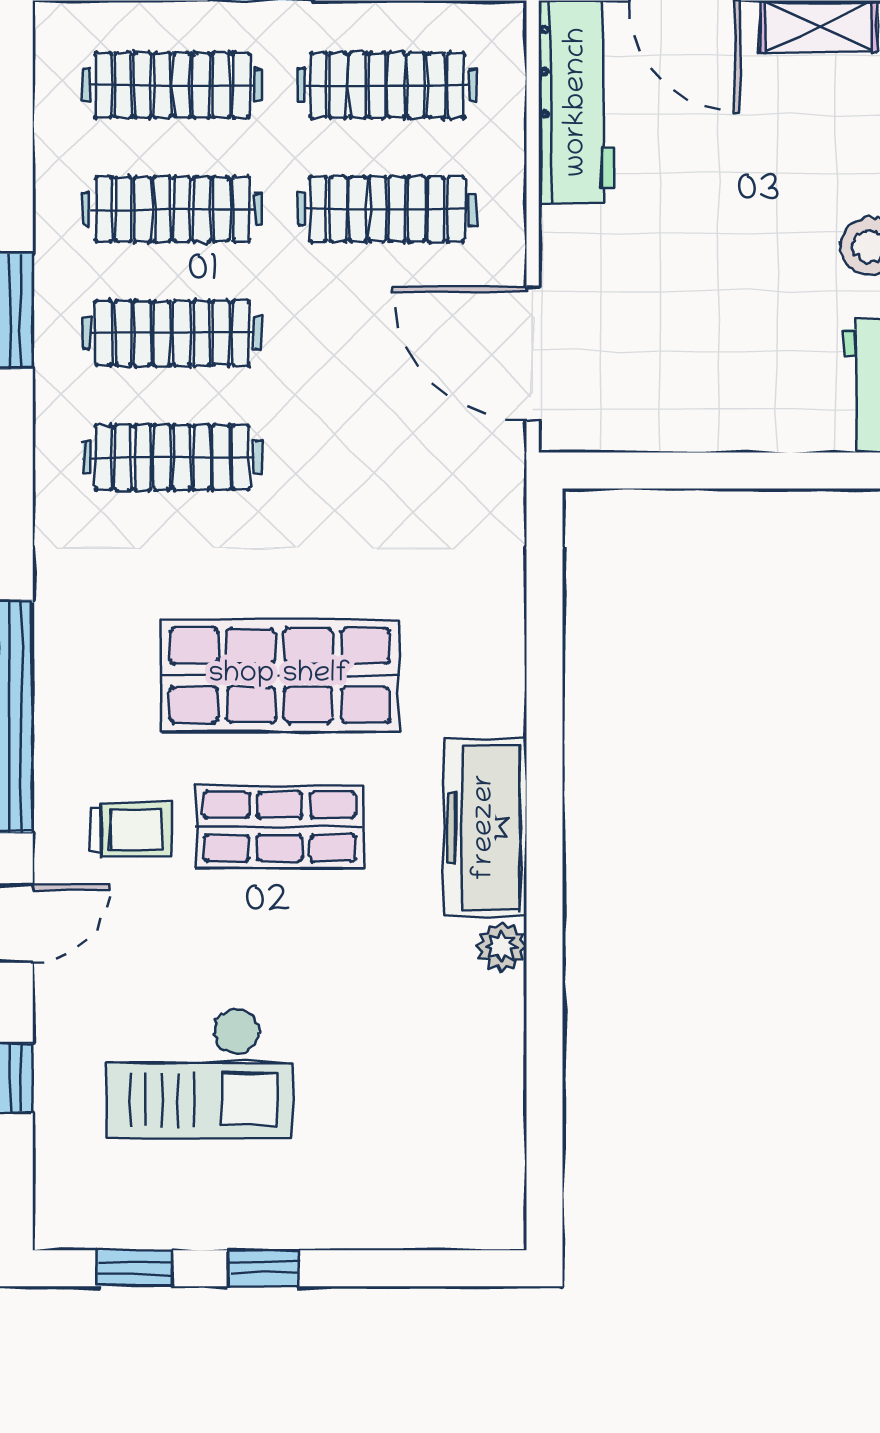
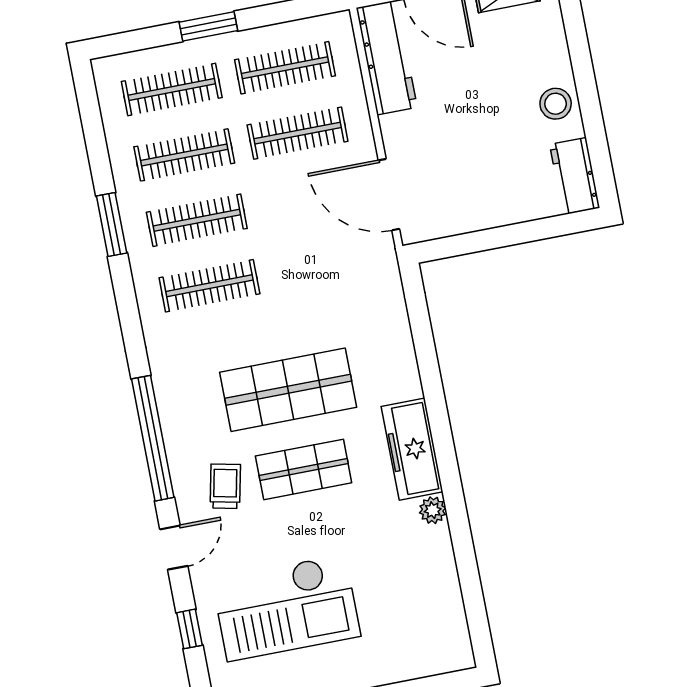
trolley: (131, 830) -> (225, 486), turned -78
checkout: (199, 1073) -> (286, 607), width x1.36, depth x1.21

